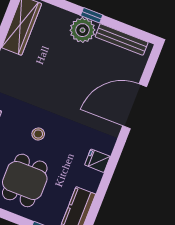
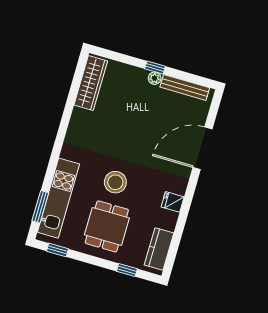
plant: (83, 30) -> (155, 78), width x0.53, depth x0.53
stool: (38, 134) -> (115, 182), width x1.89, depth x1.89

